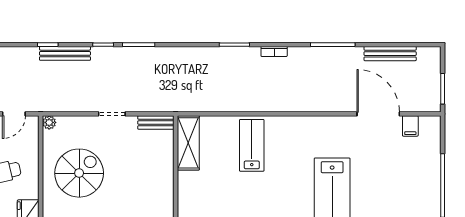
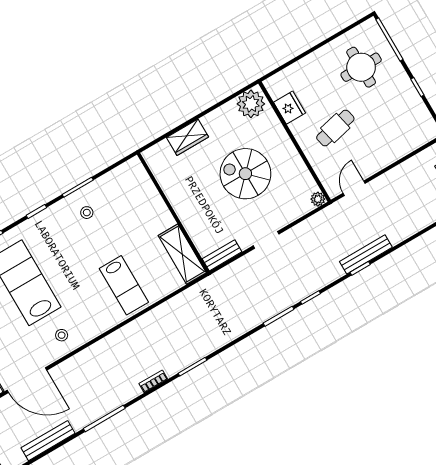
bench: (65, 53) -> (366, 254), moved
stool: (328, 134) -> (62, 335), added
spiral stairs: (79, 173) -> (245, 174), moved, turned 90

